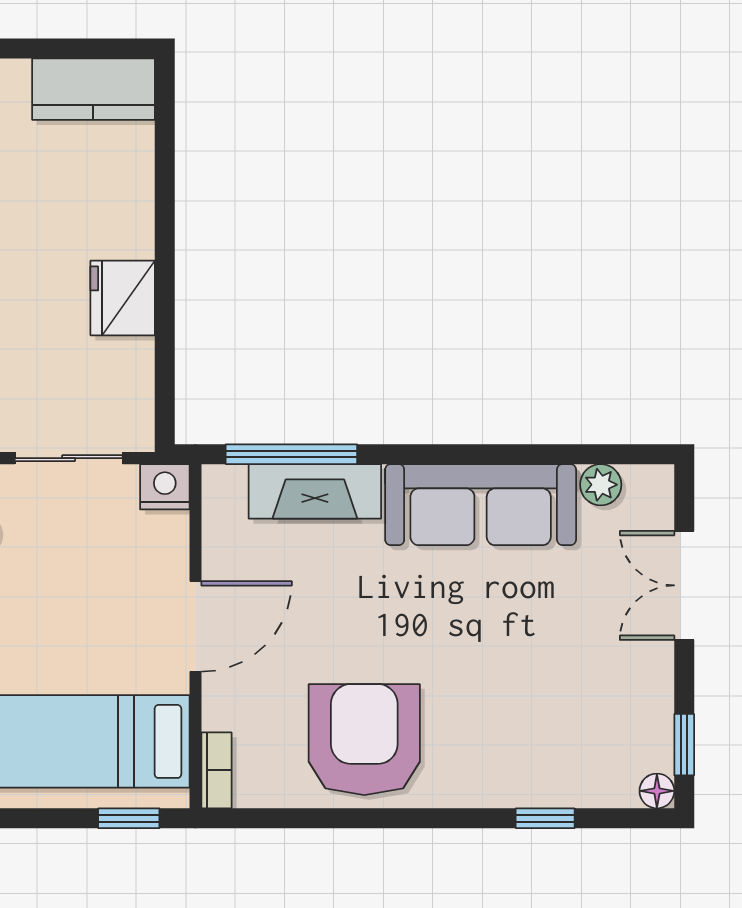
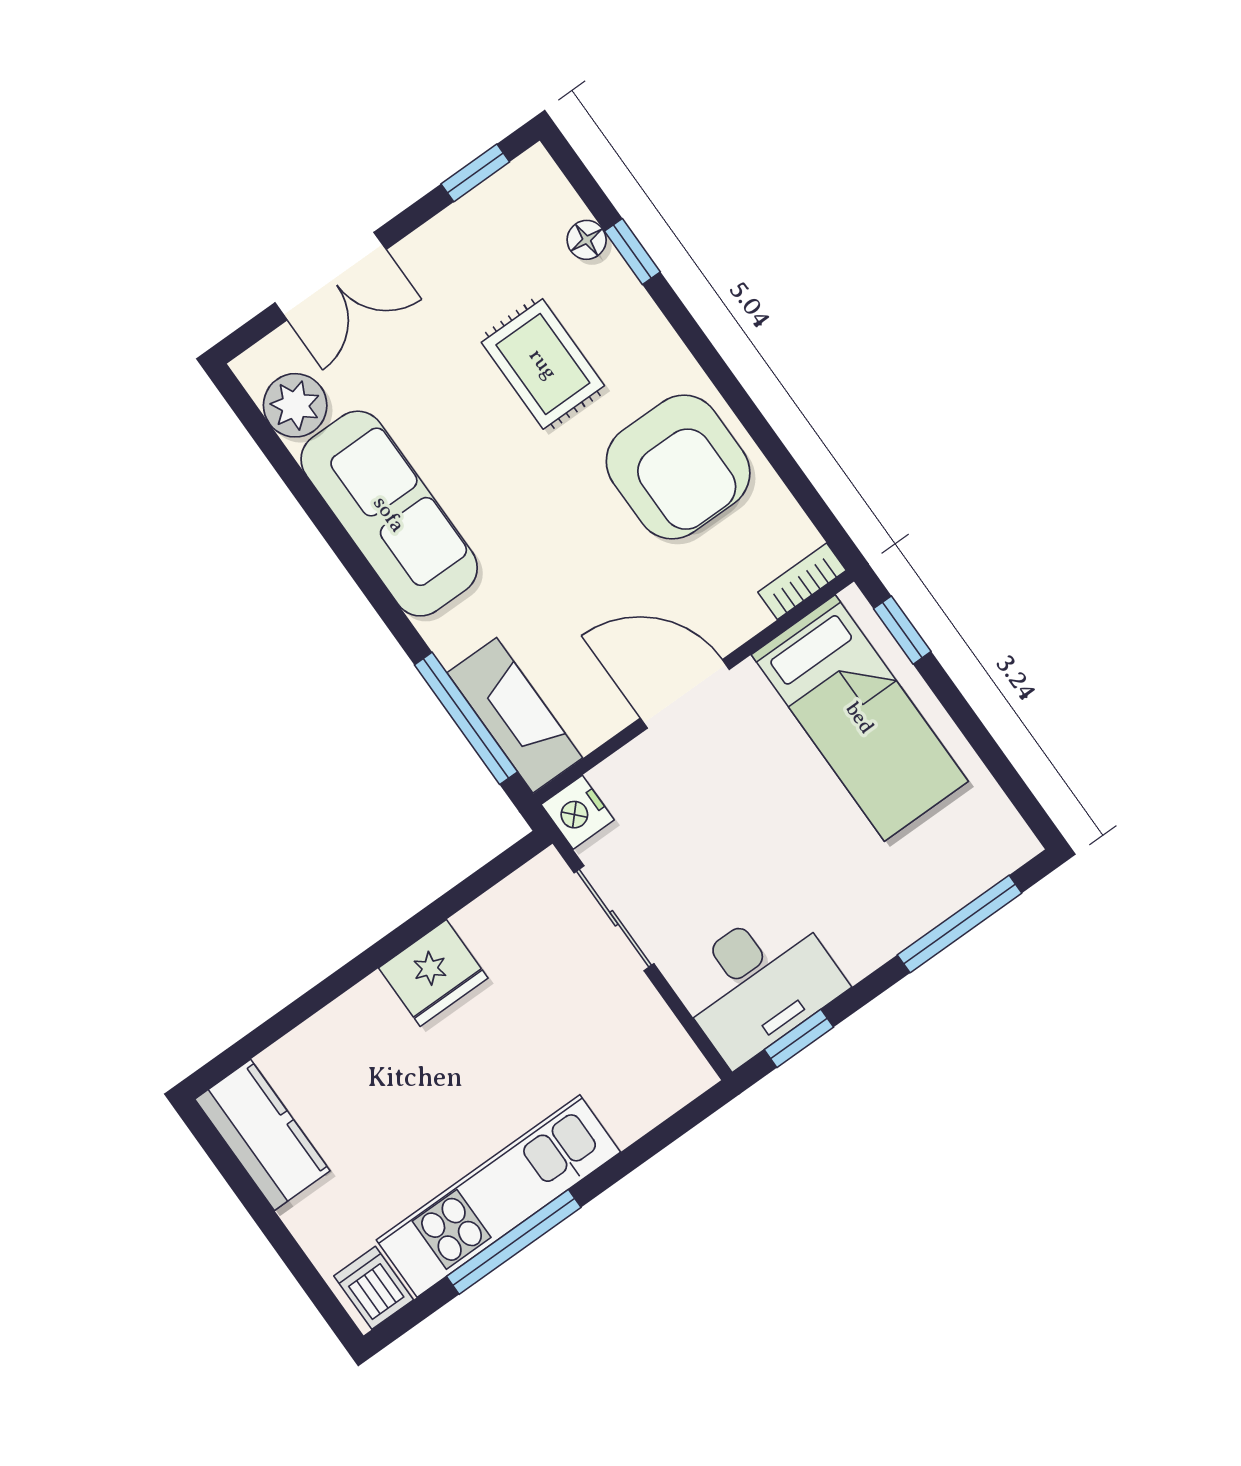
plant: (601, 485) -> (295, 405), width x1.38, depth x1.38
fireplace: (315, 491) -> (515, 715), moved
rug: (510, 695) -> (543, 364), added
armchair: (364, 740) -> (678, 467), turned -90
floor lamp: (657, 791) -> (587, 240), moved

